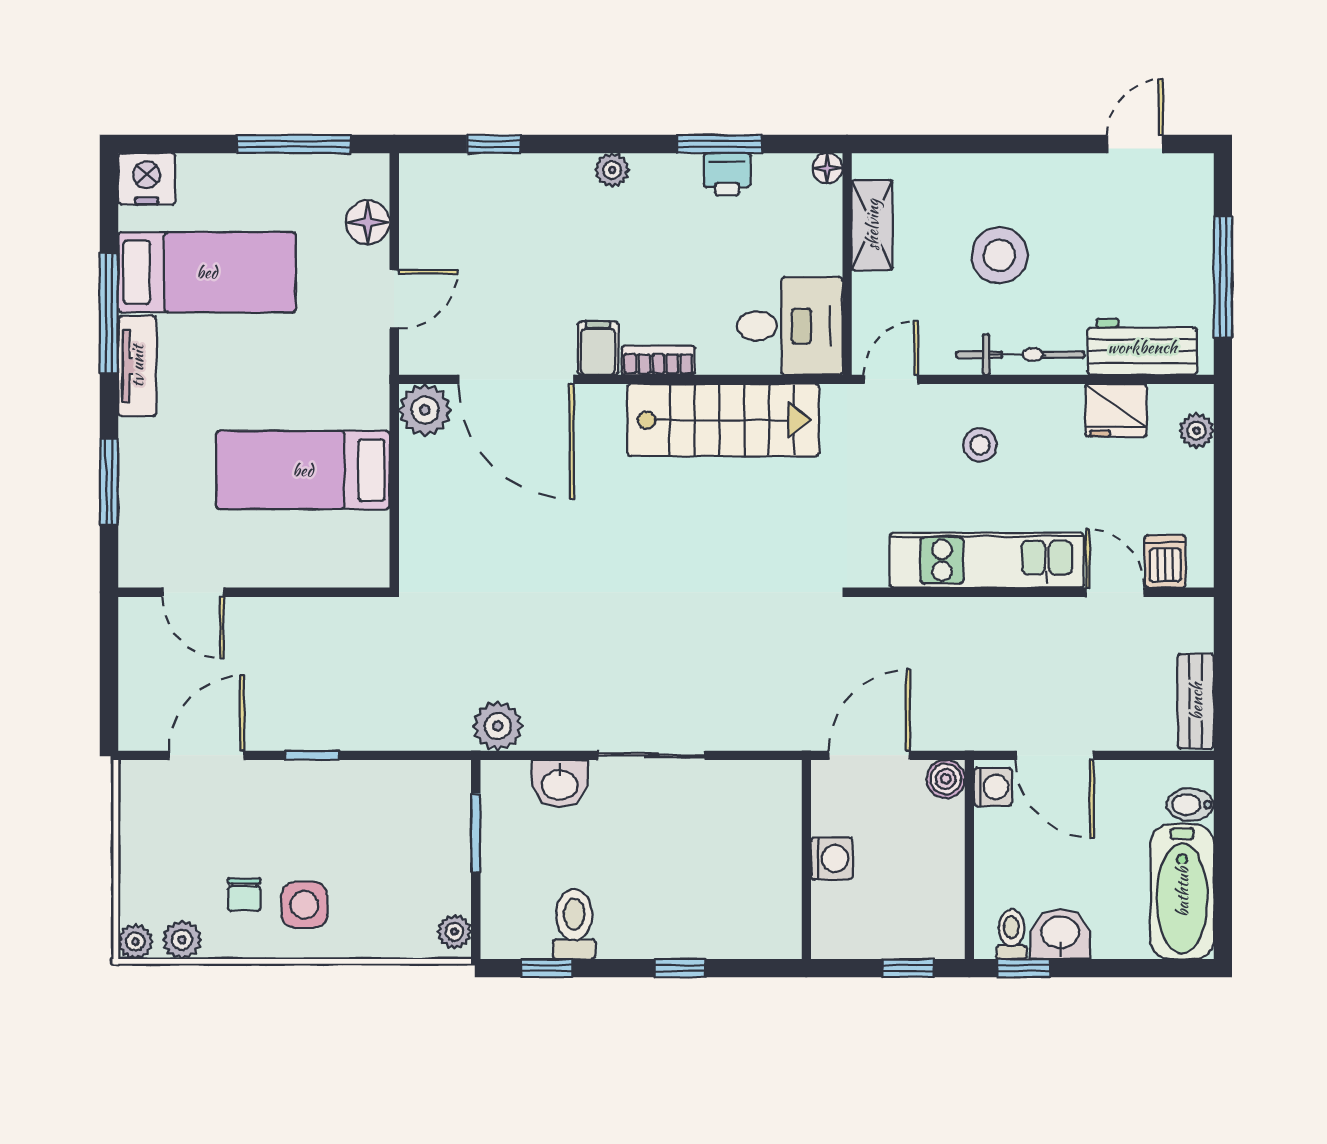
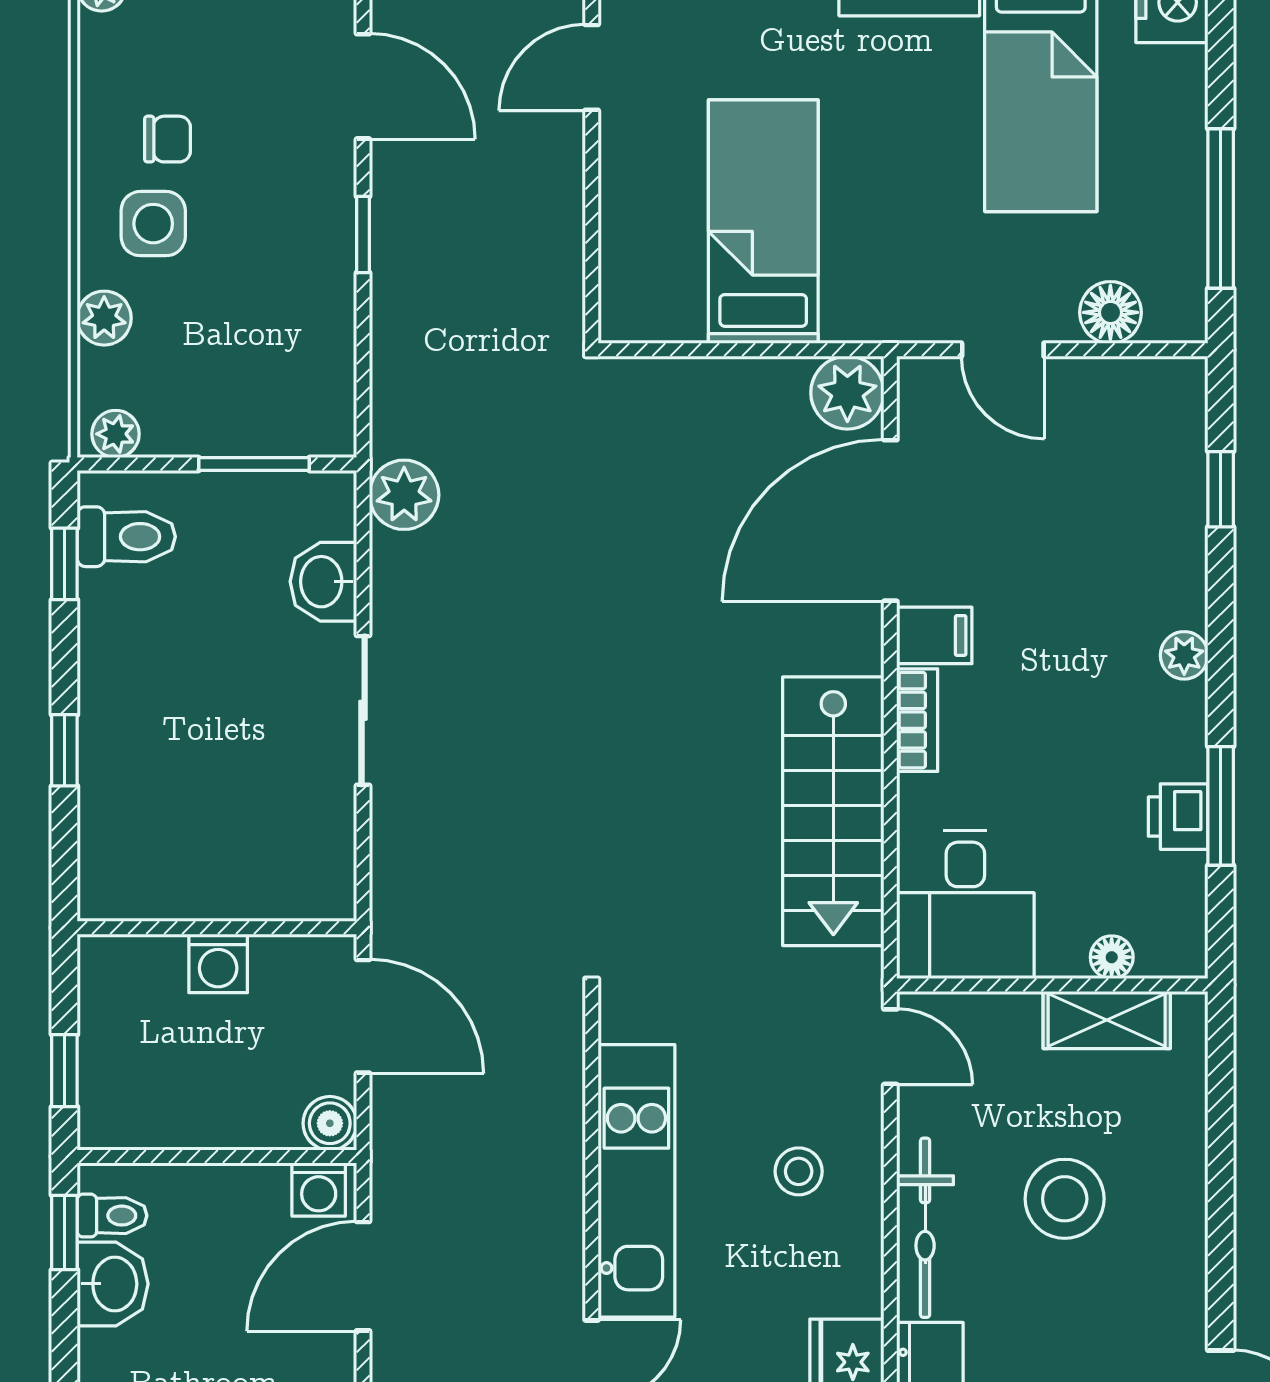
floor lamp: (827, 168) -> (1112, 957), moved
chair: (244, 895) -> (168, 139), turned 180
toilet: (574, 924) -> (126, 537), moved
plant: (182, 940) -> (104, 318), moved

